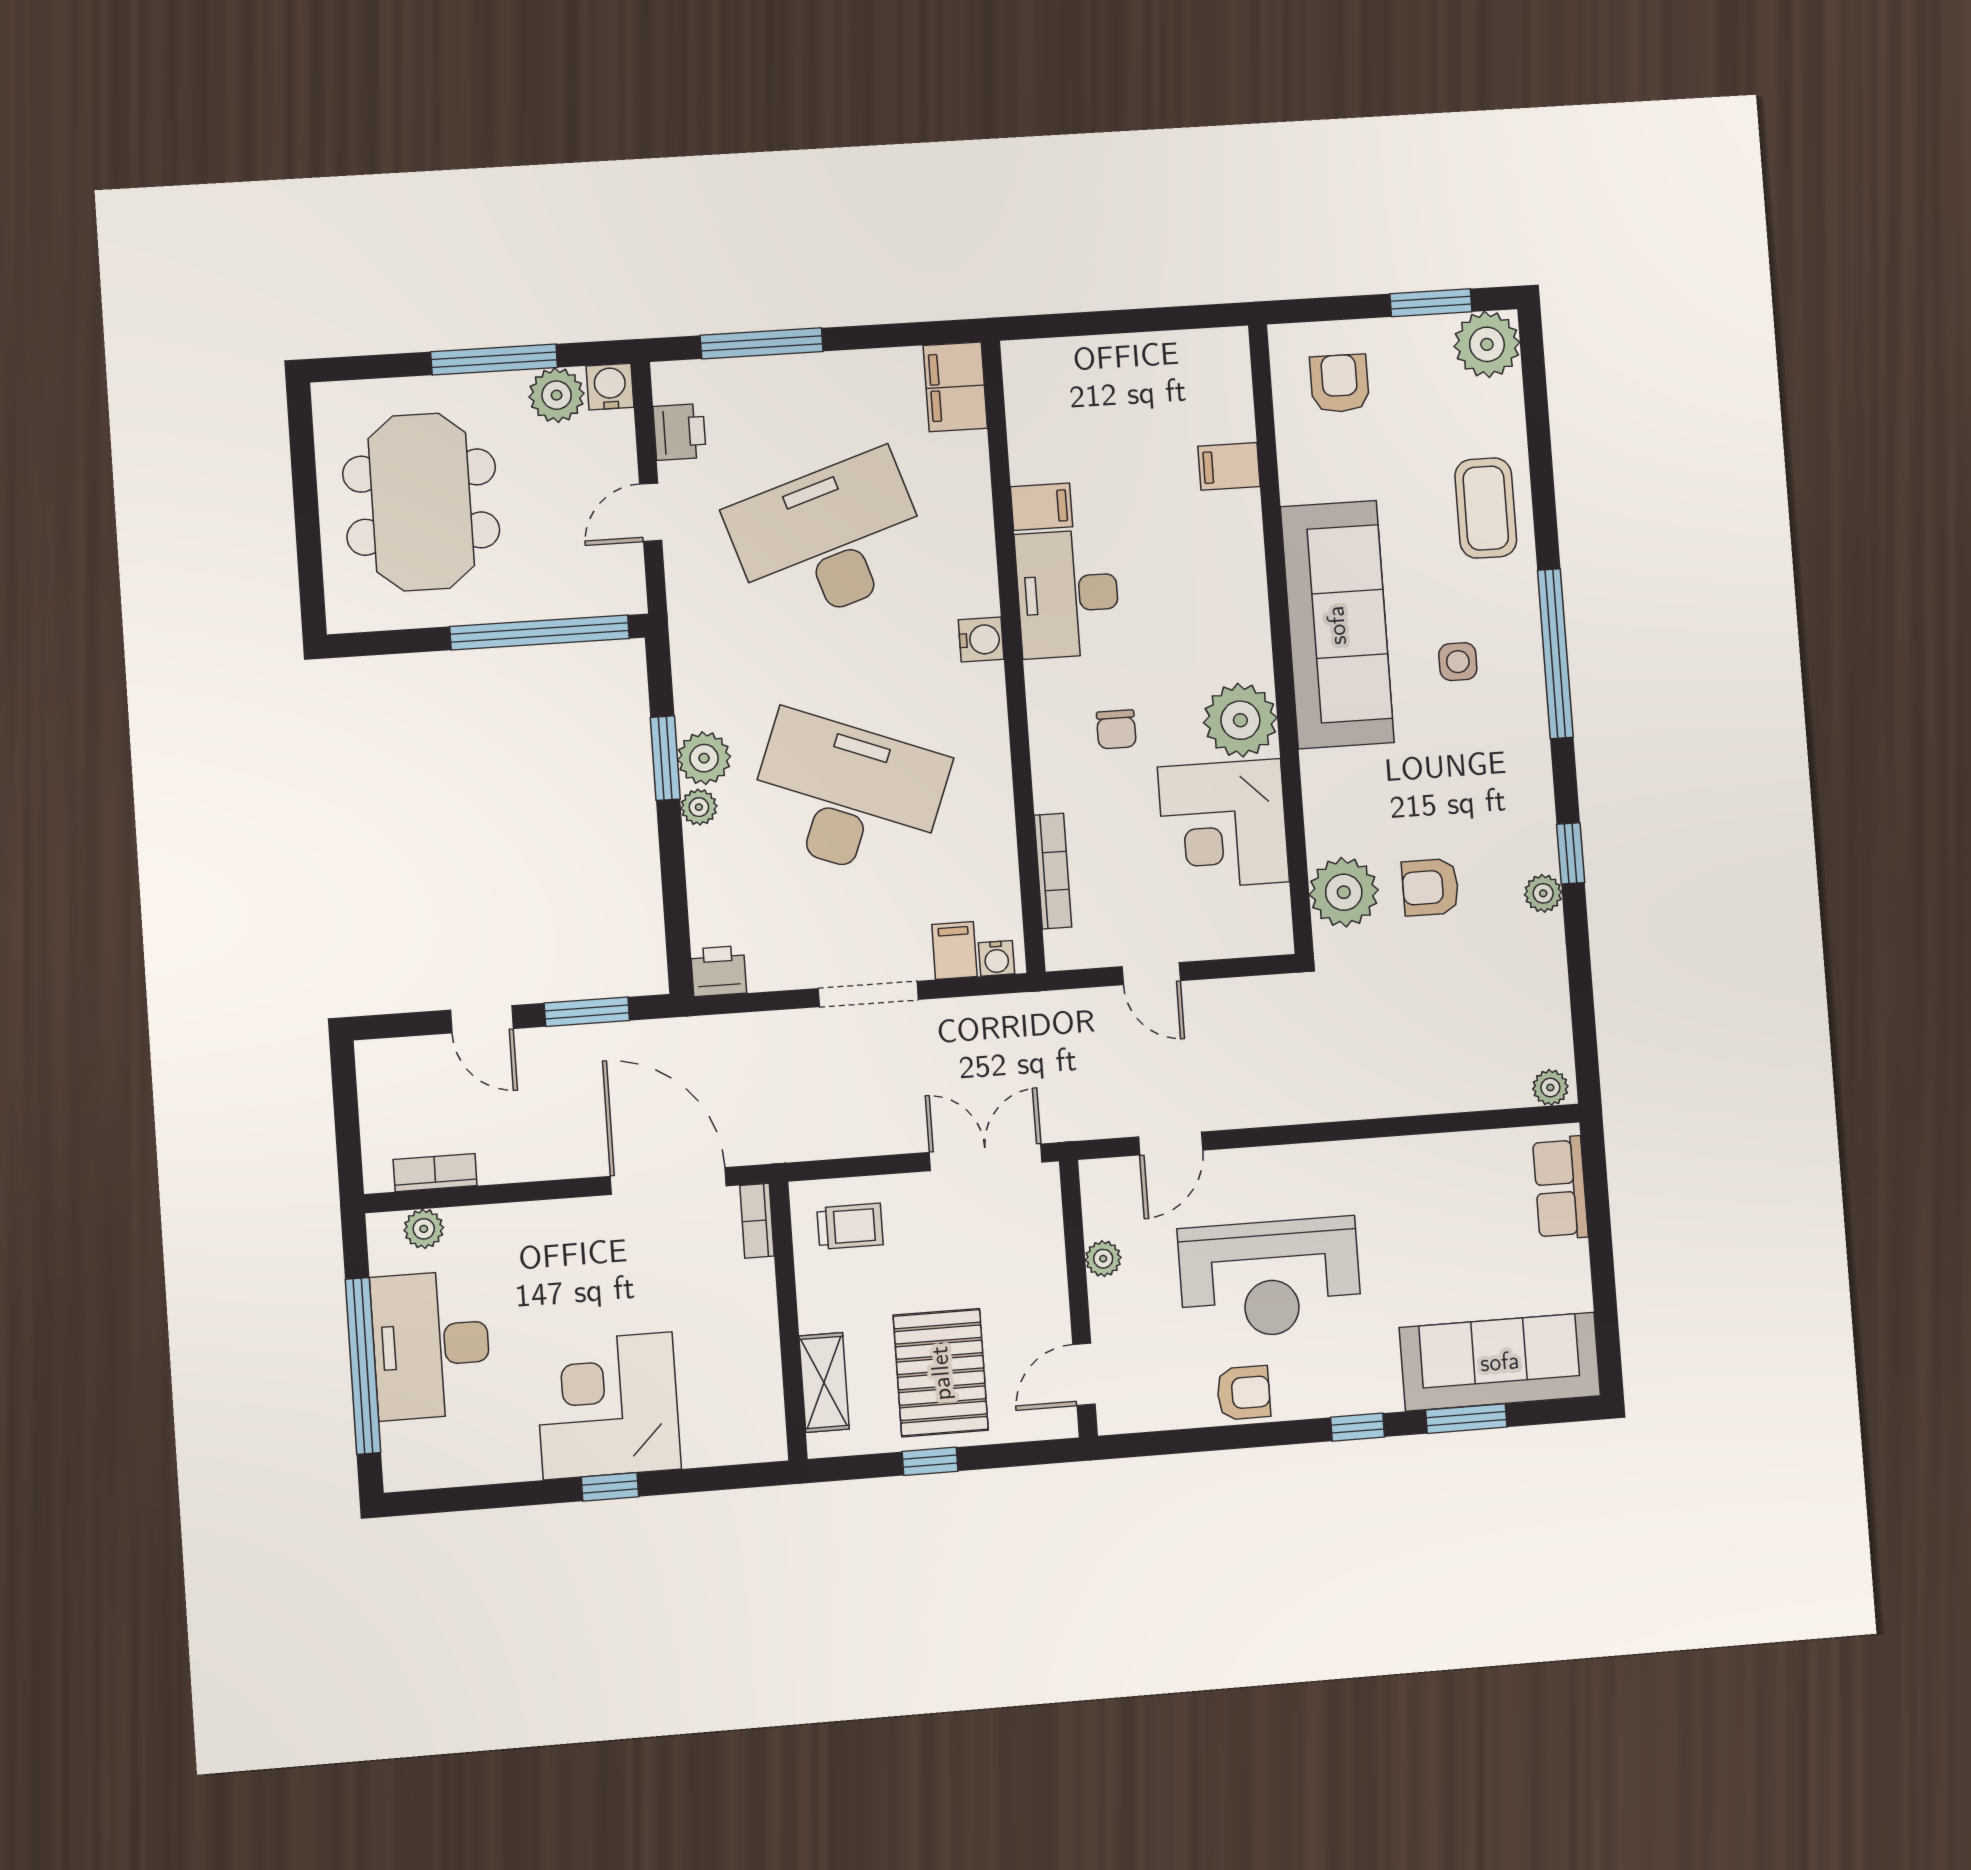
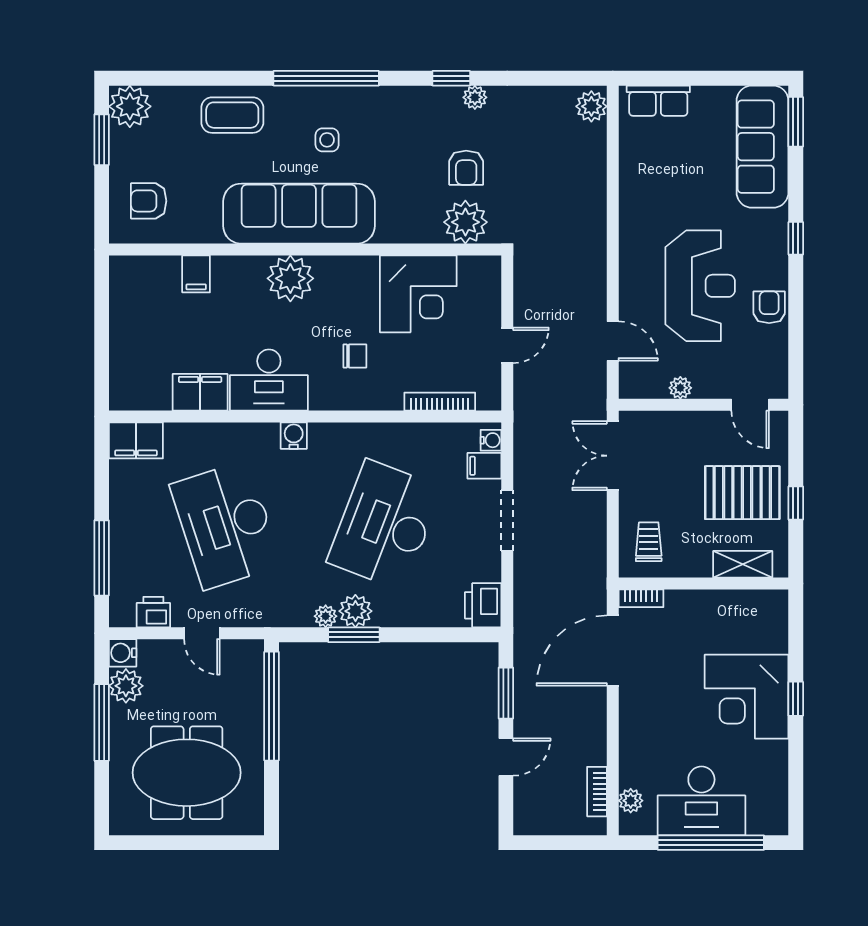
filing cabinet: (1042, 507) -> (200, 392), width x2.00
plant: (1240, 720) -> (290, 278), moved
plant: (699, 807) -> (326, 616), moved
printer: (719, 971) -> (483, 605), width x1.36, depth x1.24
plant: (1550, 1088) -> (591, 106), width x1.38, depth x1.38
window: (1466, 1419) -> (796, 122), moved

